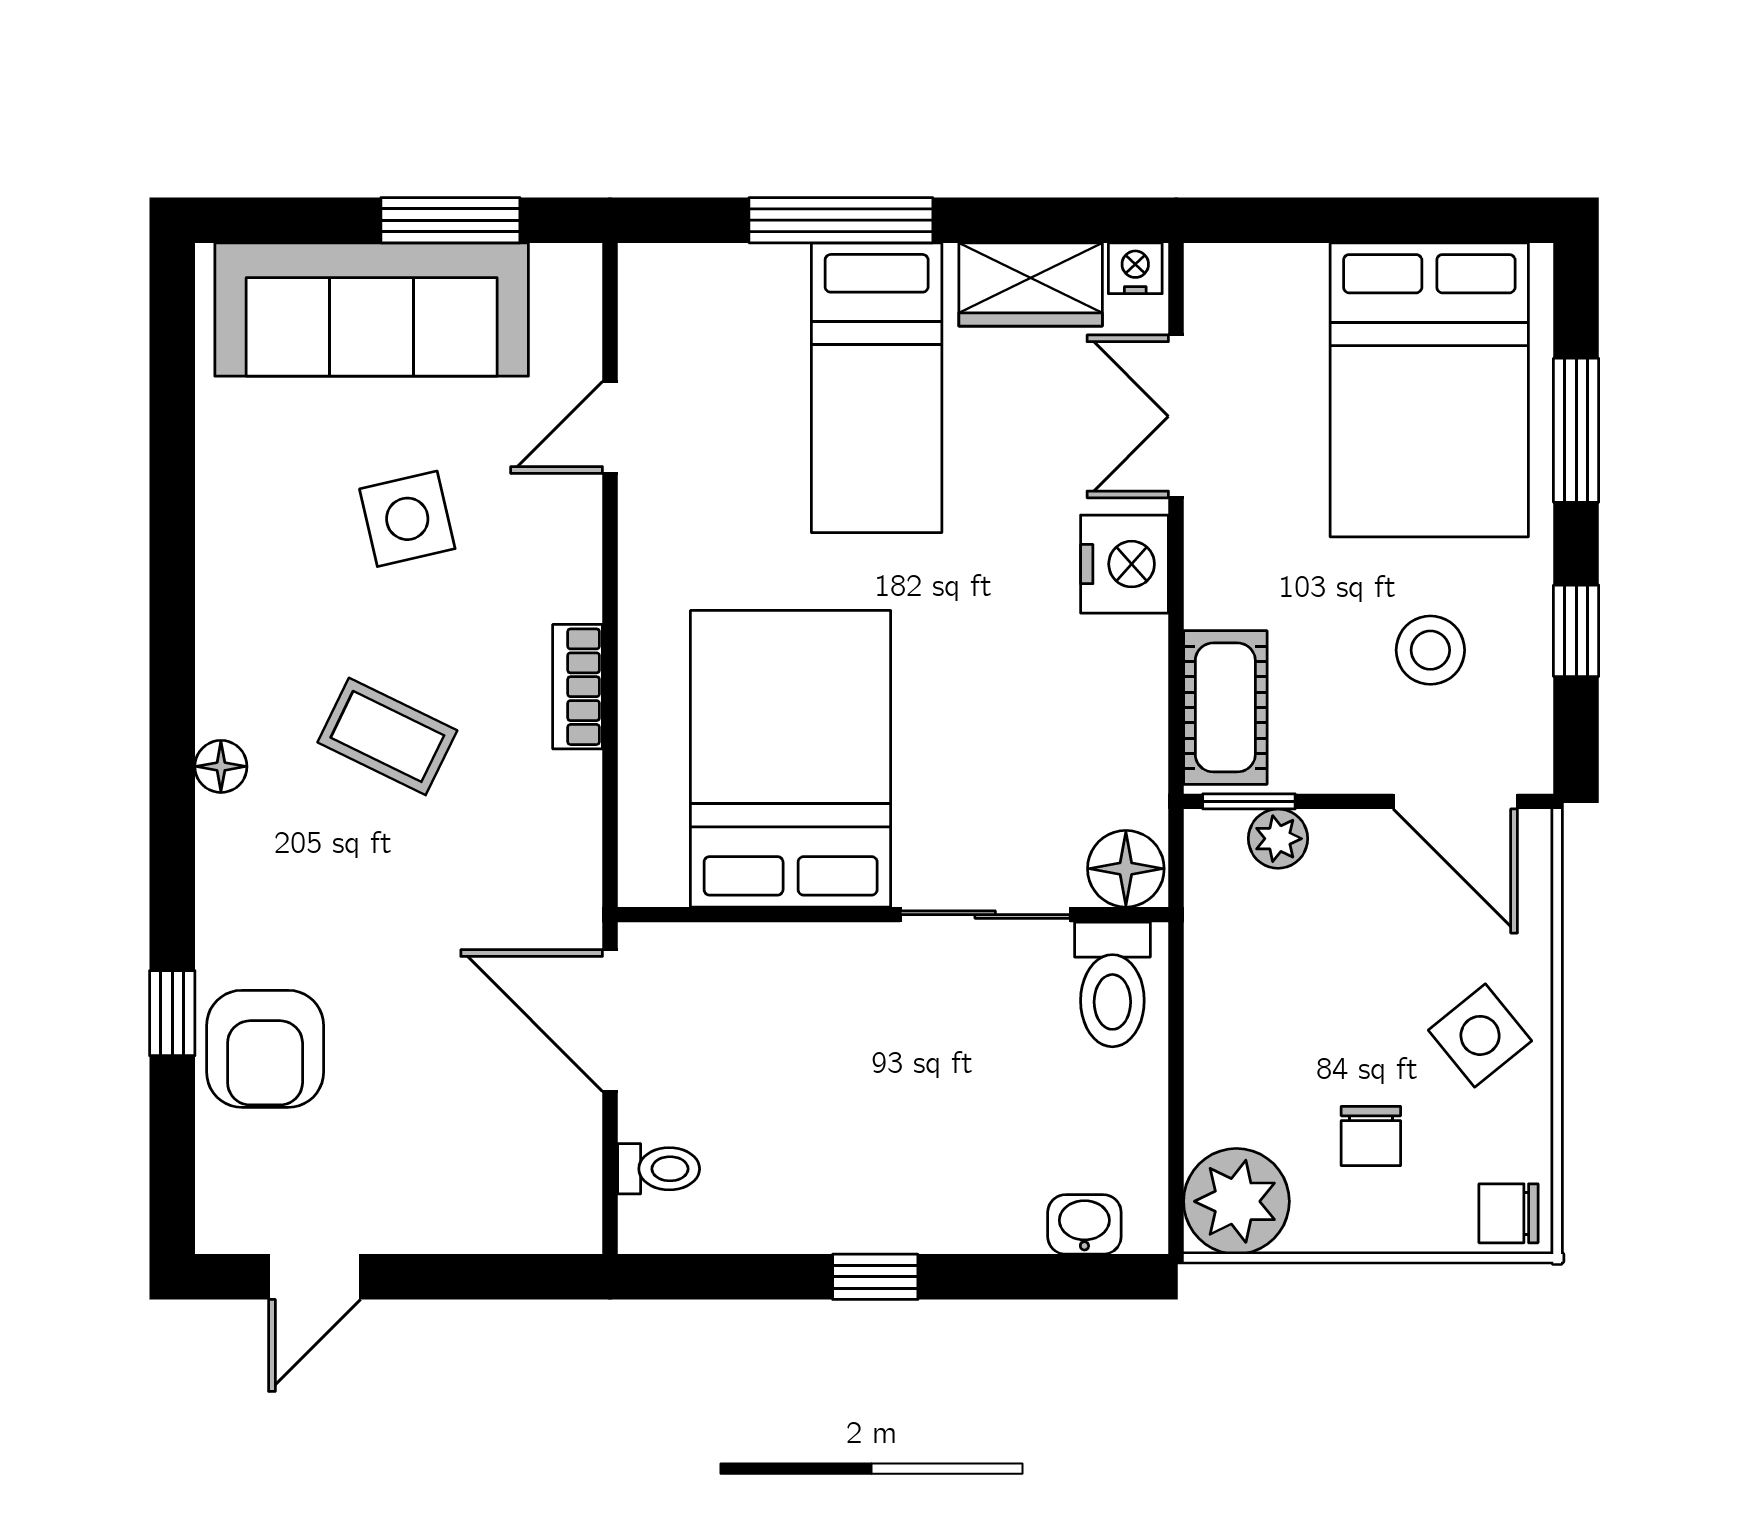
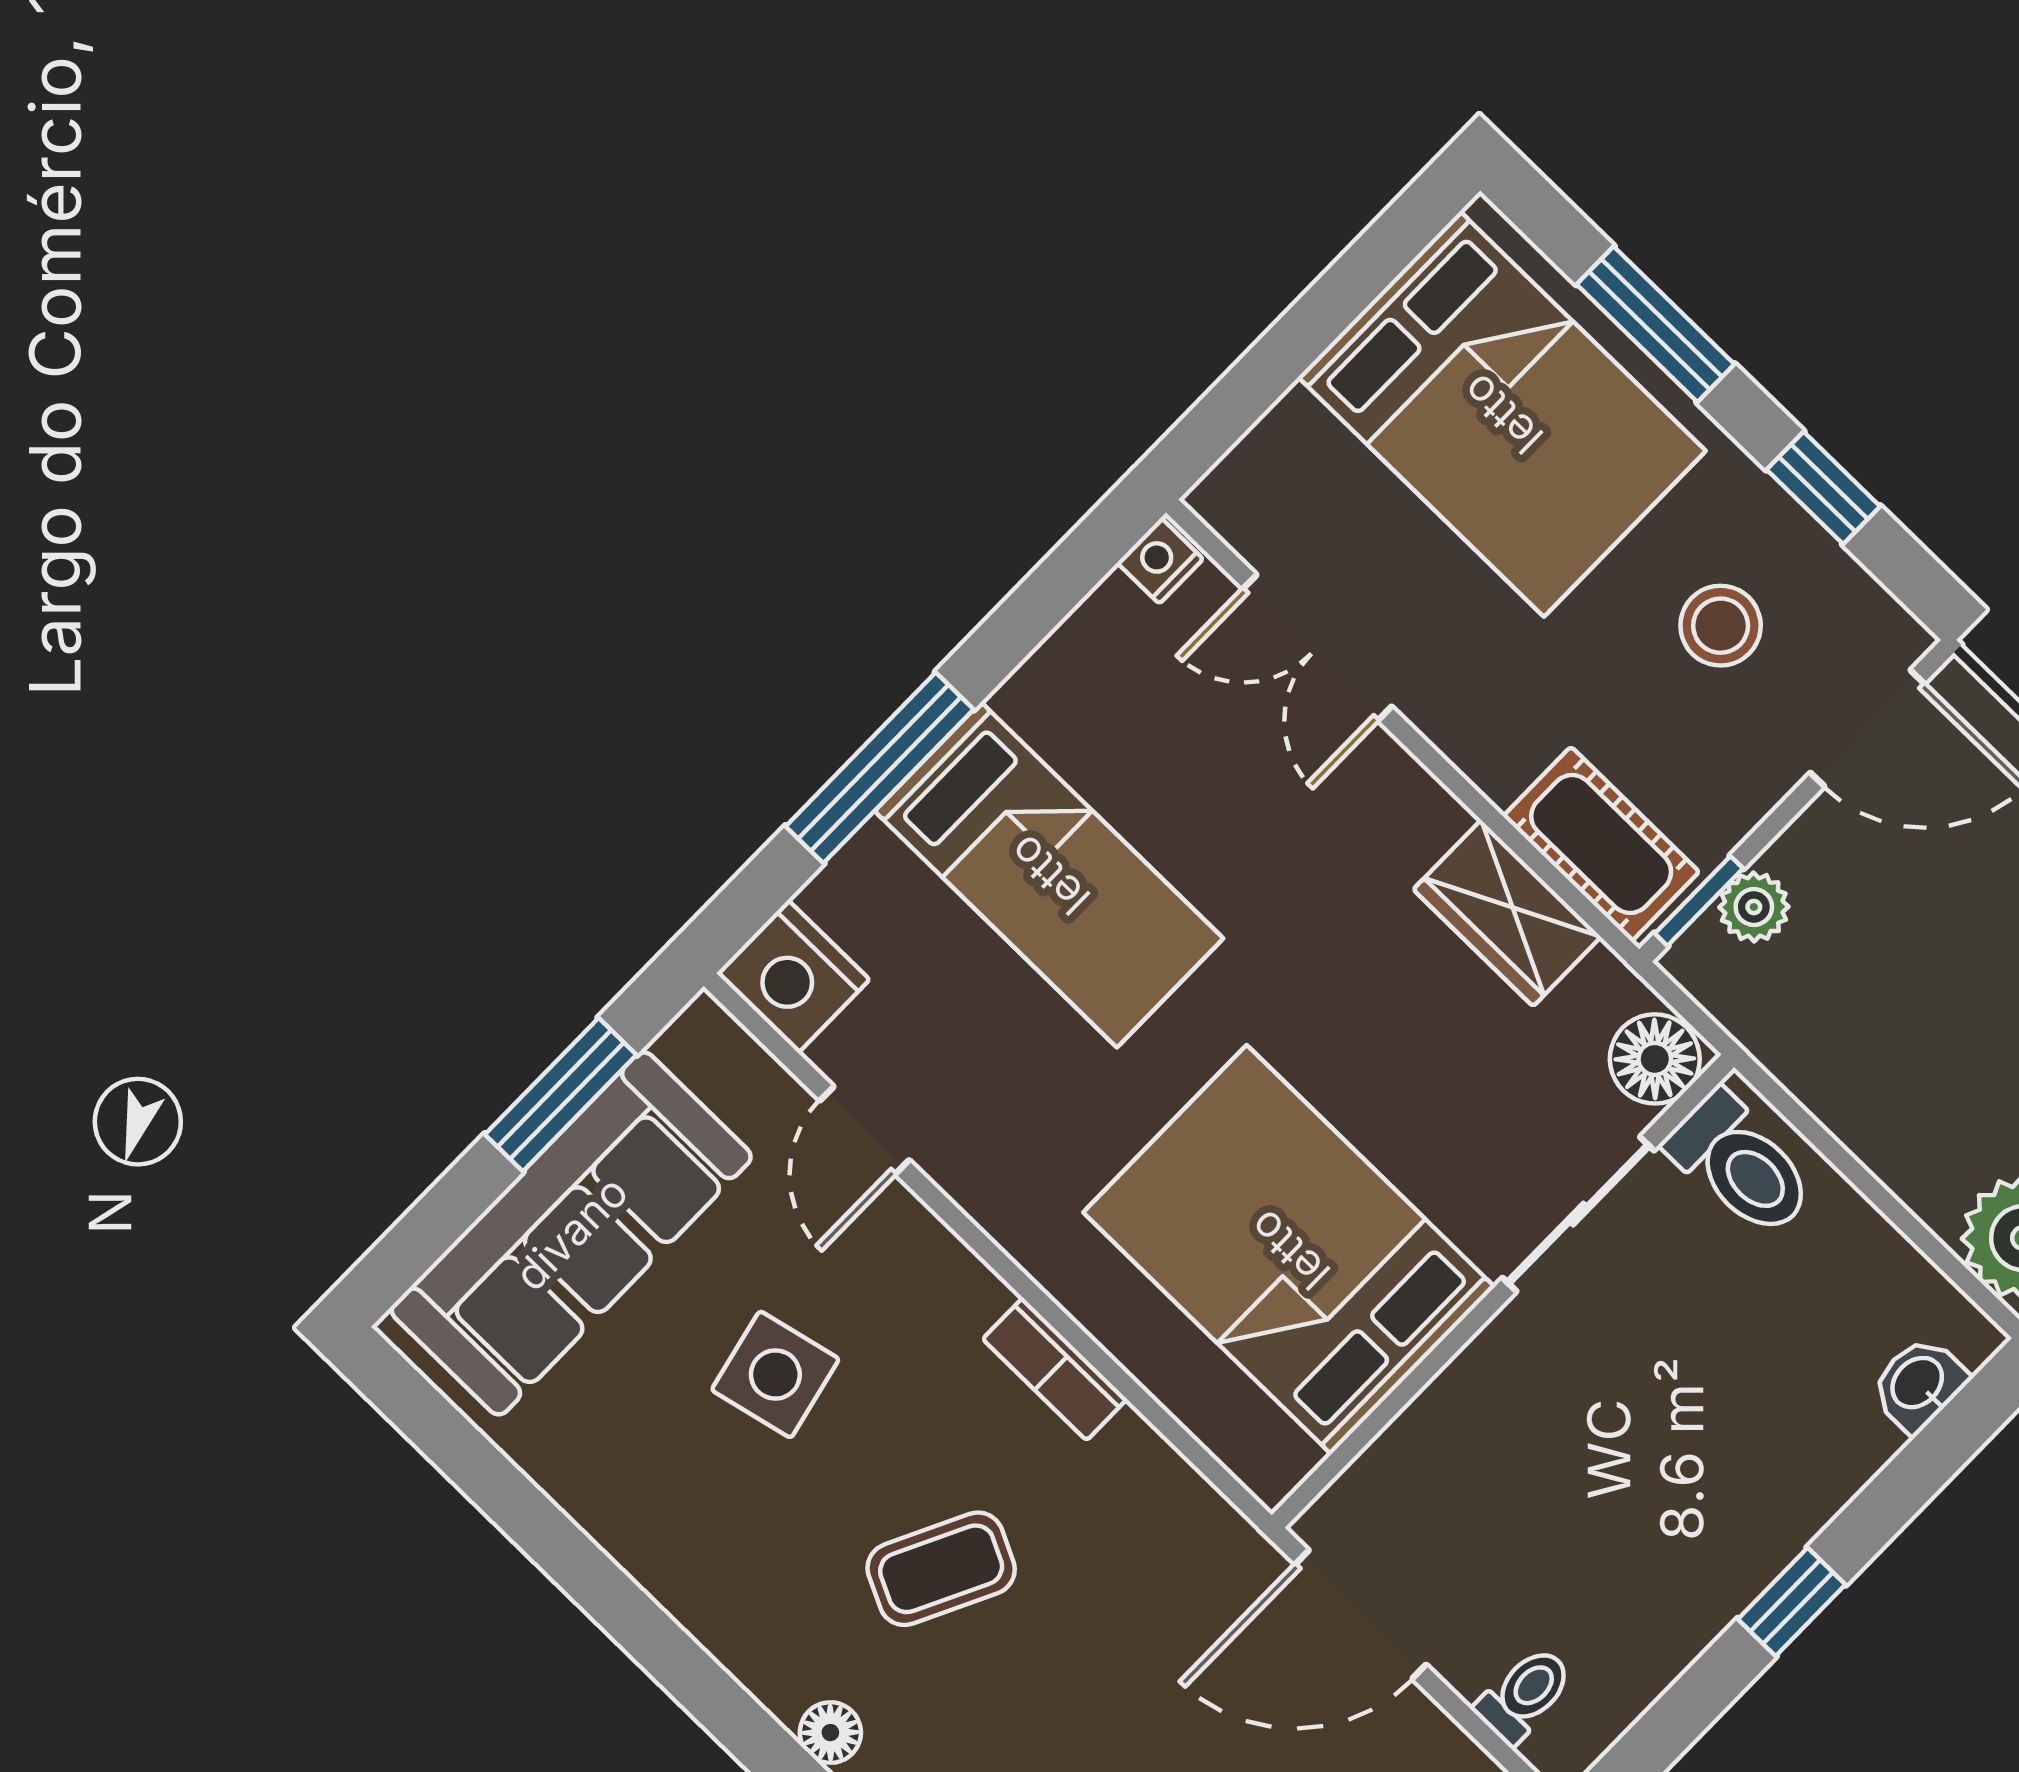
wardrobe: (1031, 284) -> (1507, 913), moved, turned 90
nightstand: (1125, 564) -> (793, 976), moved, turned 180

